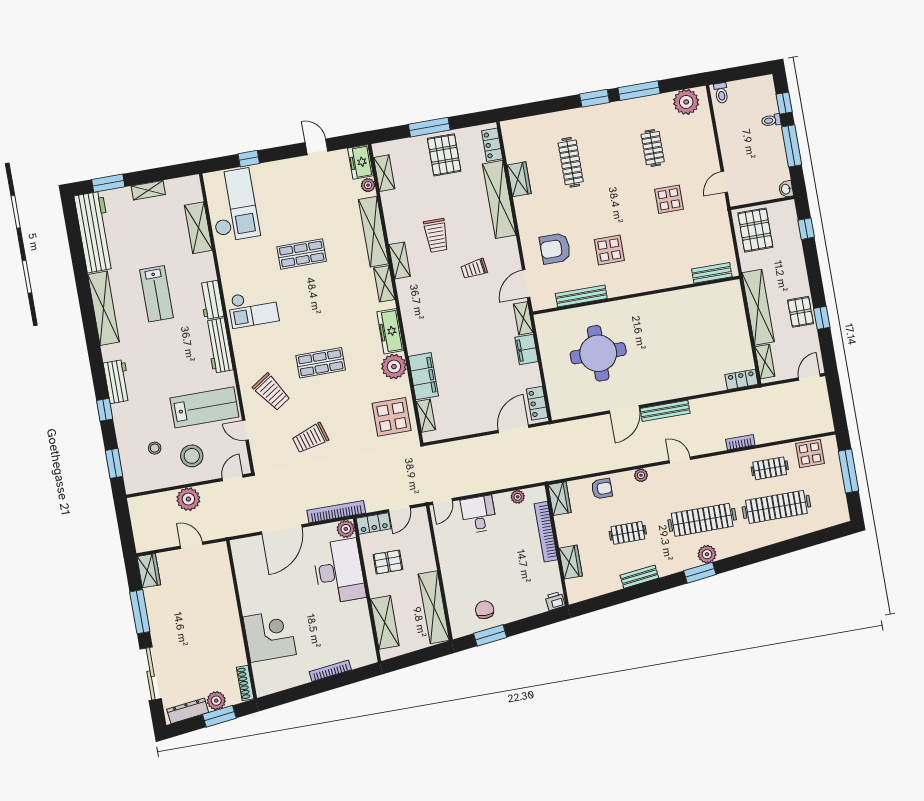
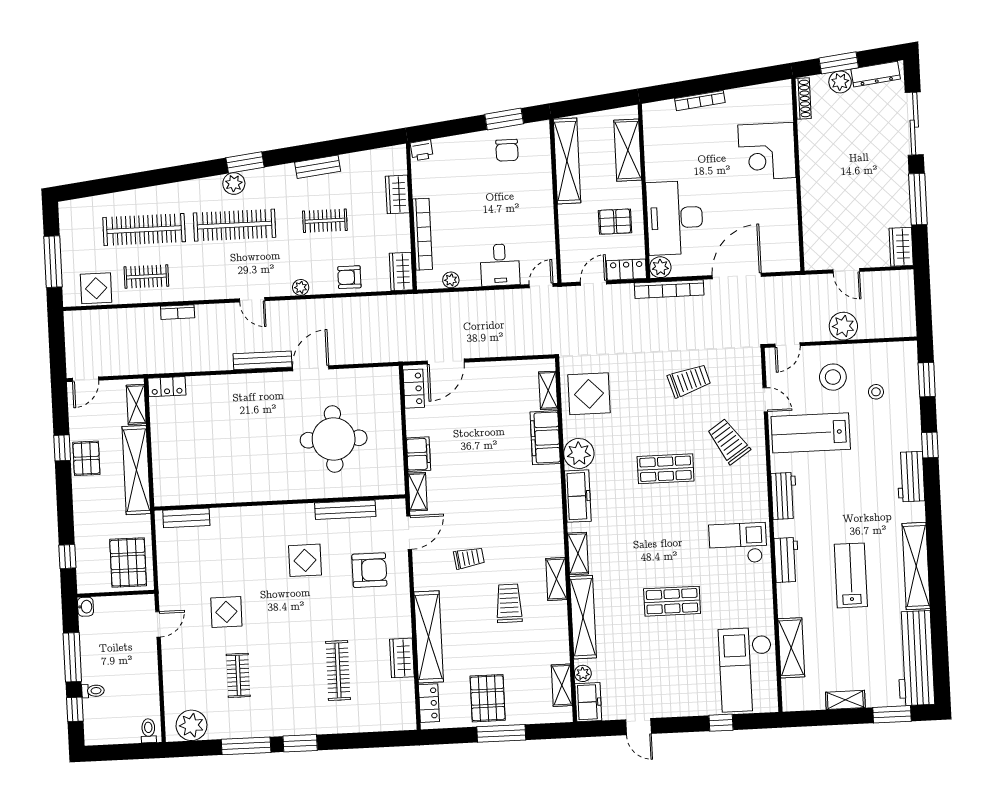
workbench: (219, 346) -> (784, 496), width x0.73

